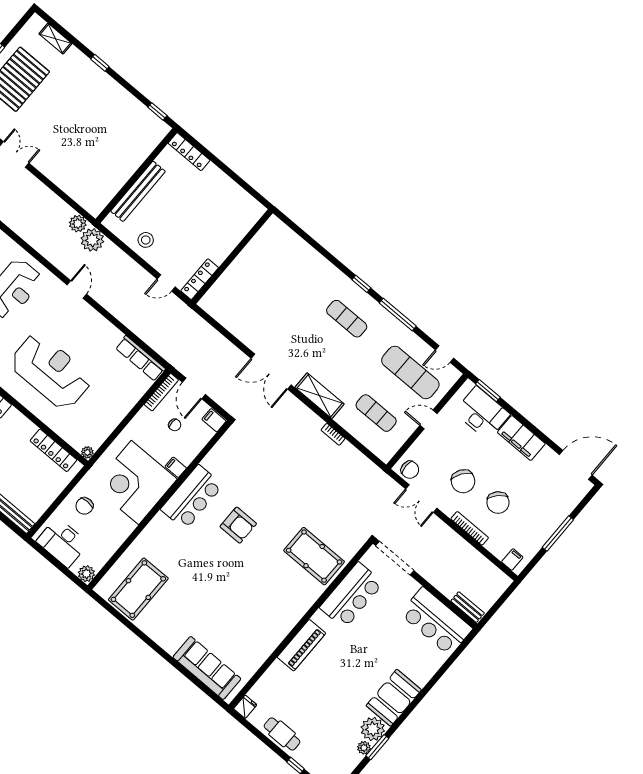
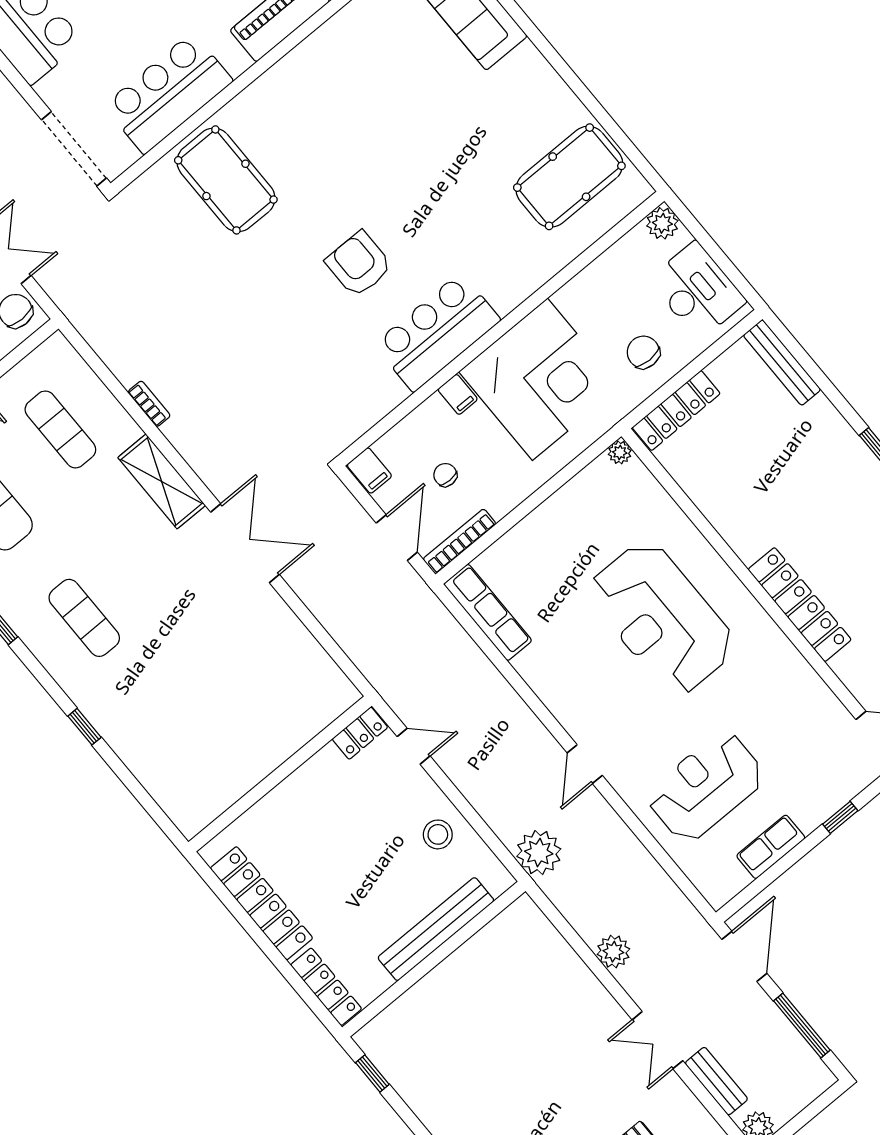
locker: (230, 189) -> (261, 903), added
plant: (78, 224) -> (613, 952), moved
locker: (200, 279) -> (360, 733), width x0.66
window: (361, 284) -> (84, 727), moved
locker: (53, 450) -> (676, 410), moved, turned 90
chair: (84, 506) -> (643, 352), turned -90

